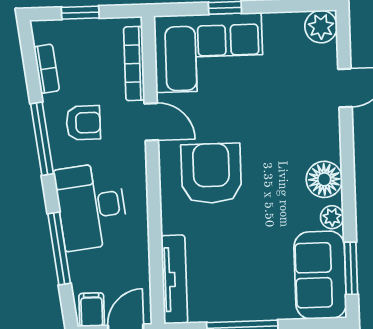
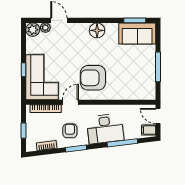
window: (42, 139) -> (76, 148), width x0.69
plant: (332, 217) -> (45, 28), moved
tv unit: (174, 279) -> (137, 95), removed

